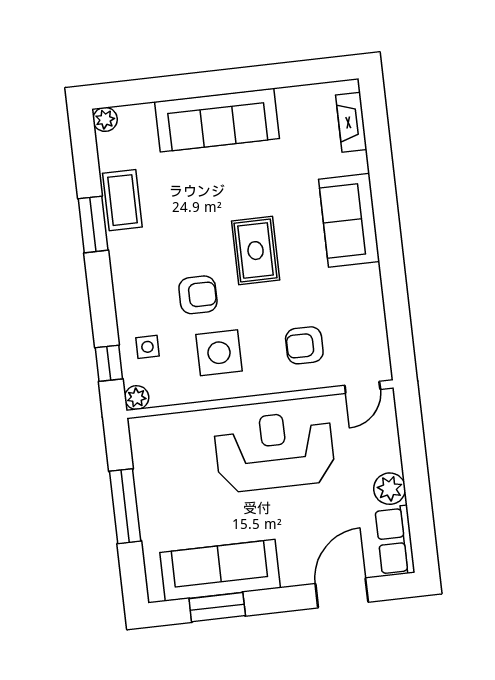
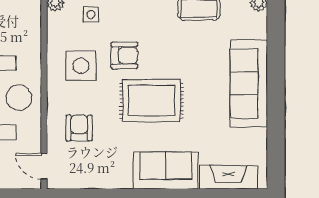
fireplace: (351, 122) -> (229, 177), width x1.37, depth x1.32
rug: (256, 251) -> (152, 100), width x1.36, depth x1.43
armchair: (198, 295) -> (124, 55), turned -90

